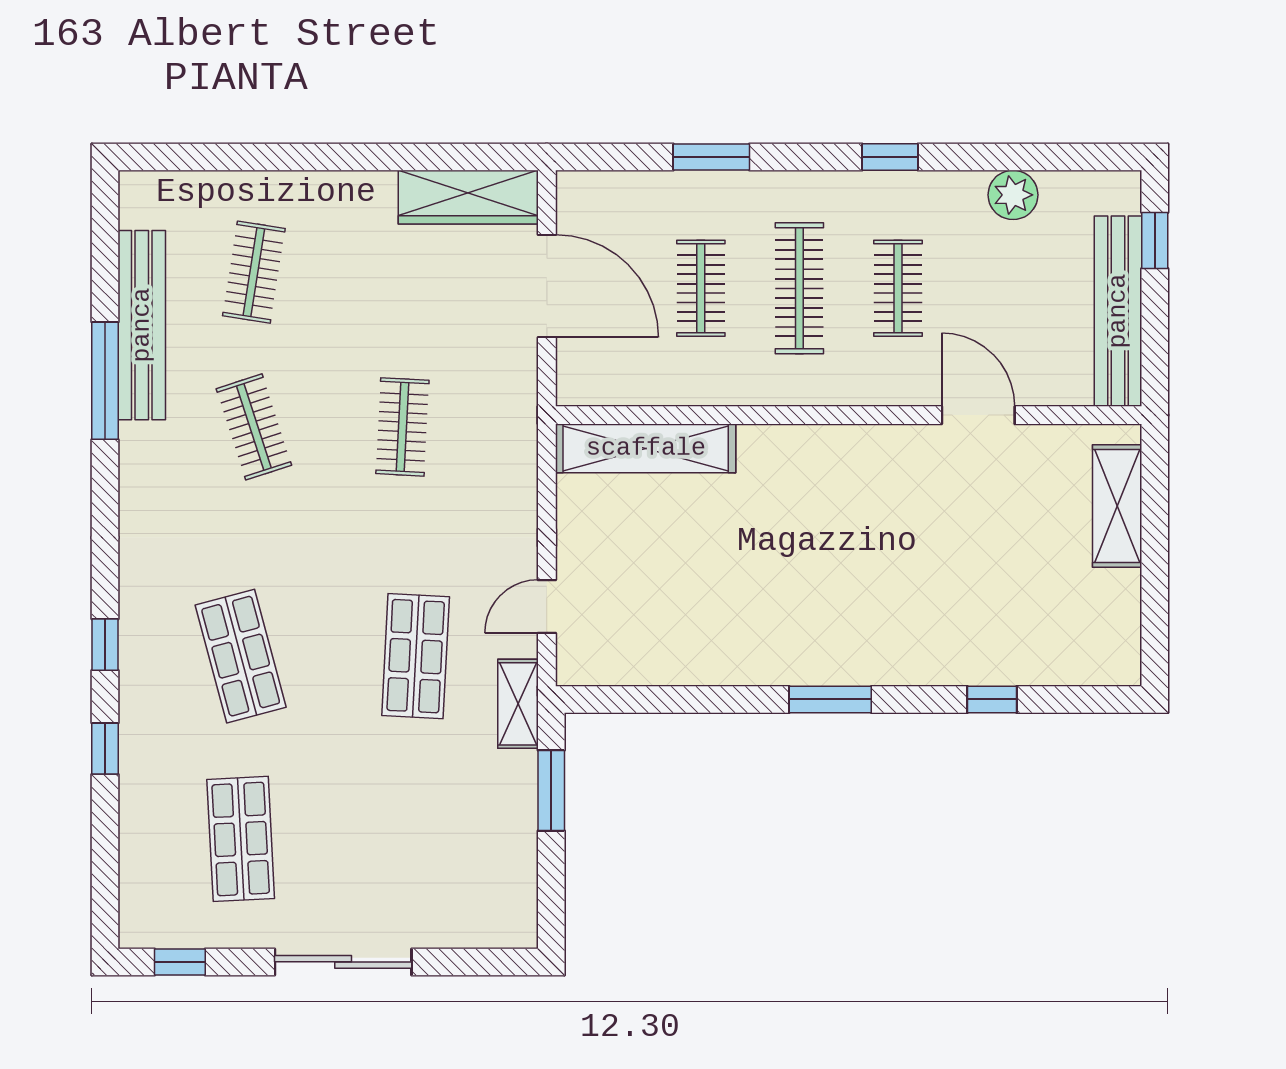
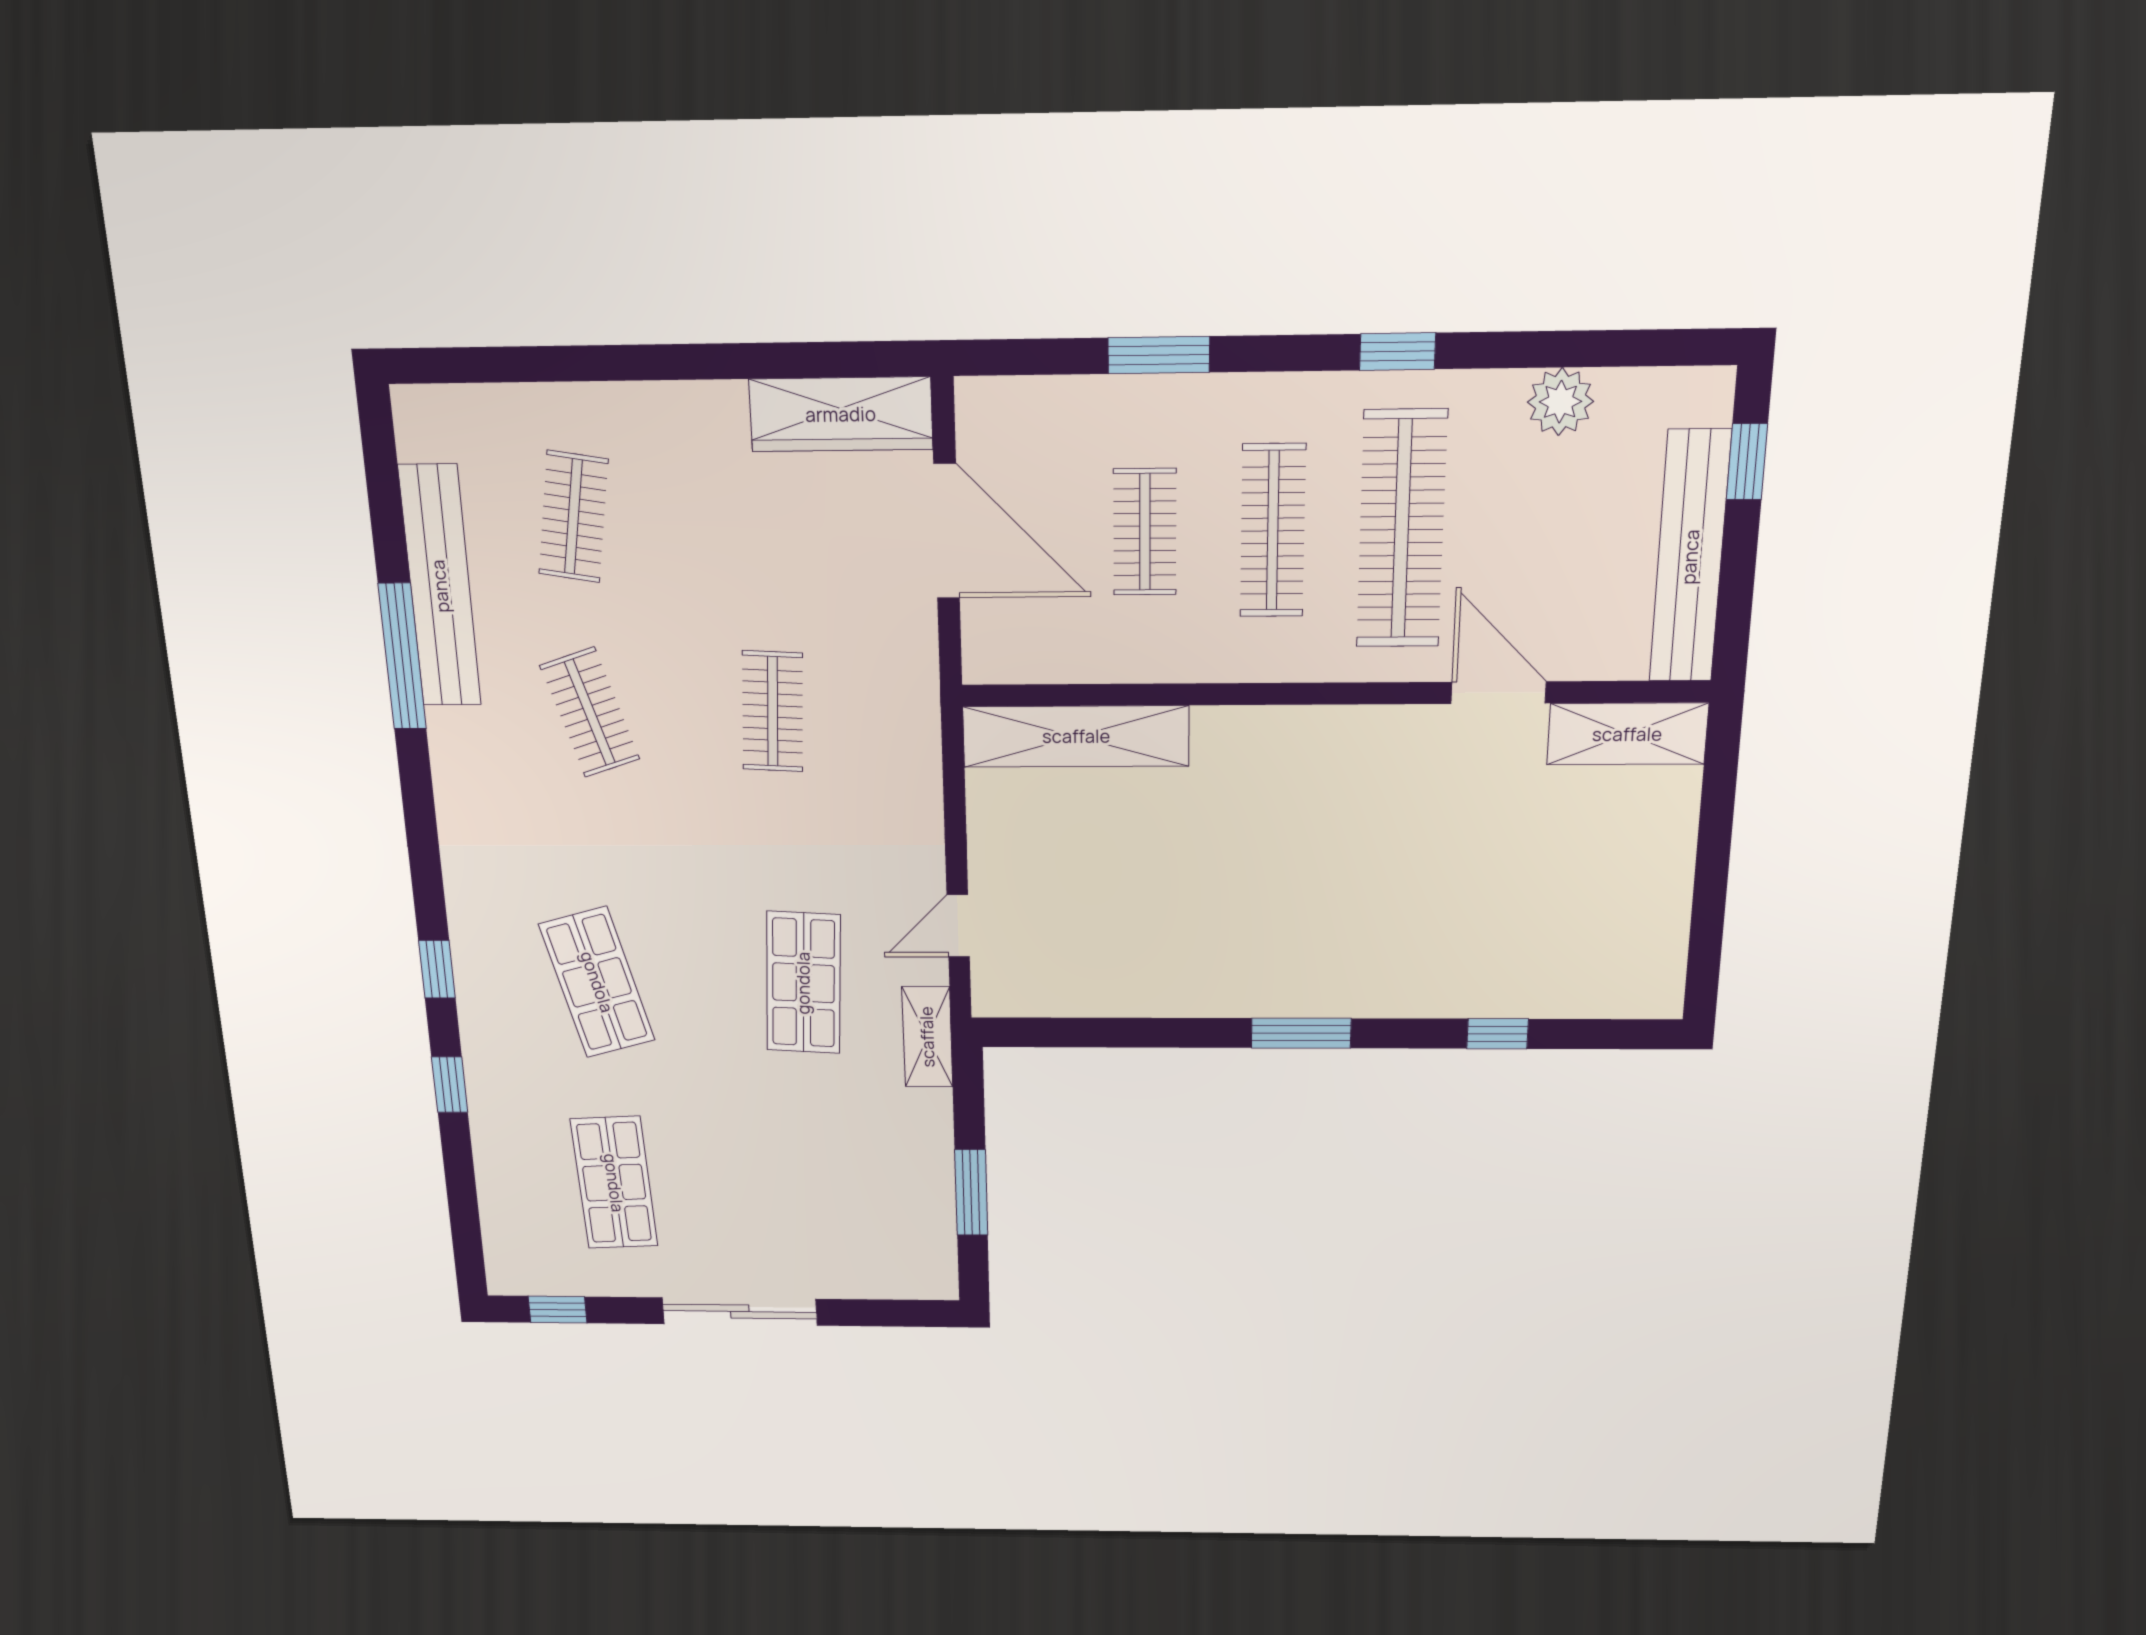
clothes rail: (898, 288) -> (1402, 529), width x1.86, depth x1.31
shelving: (1117, 506) -> (1627, 734), moved, turned 90
window: (551, 791) -> (971, 1192), moved

